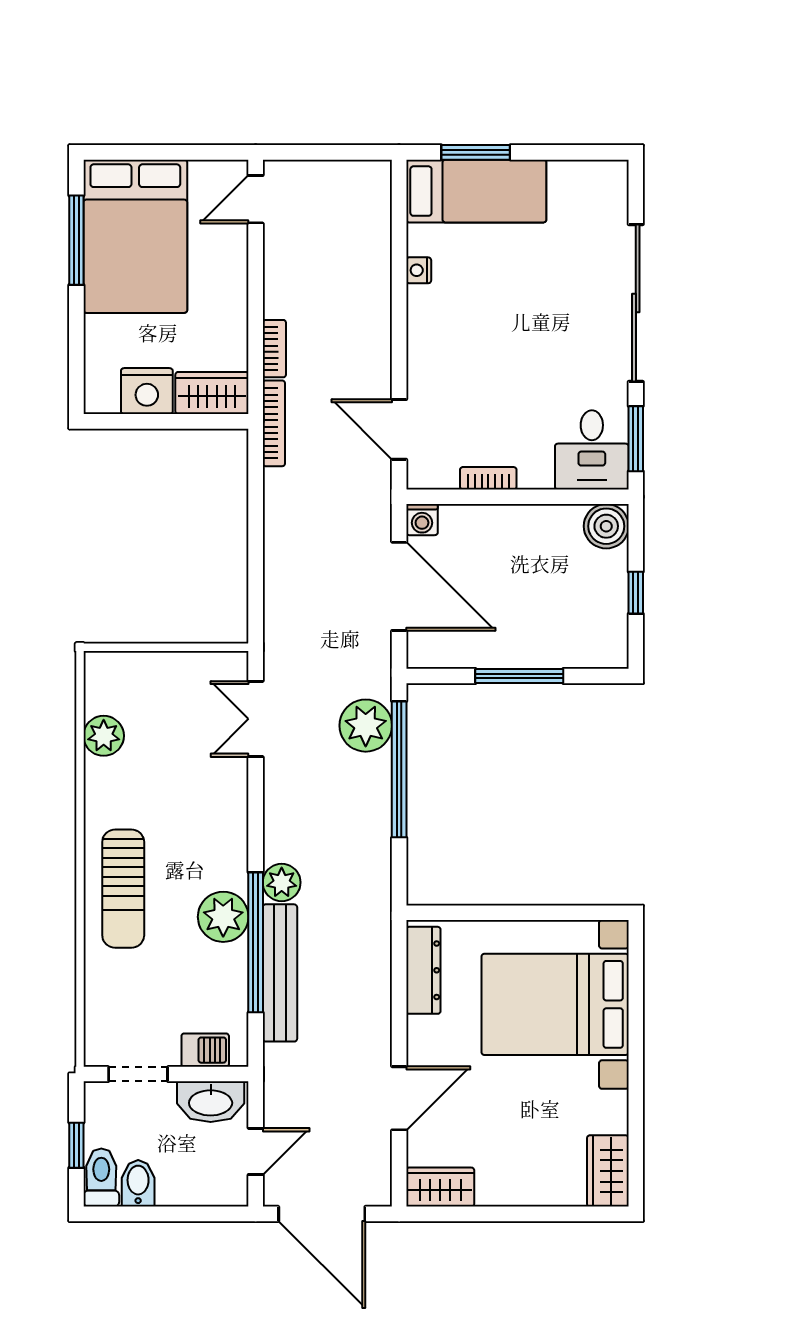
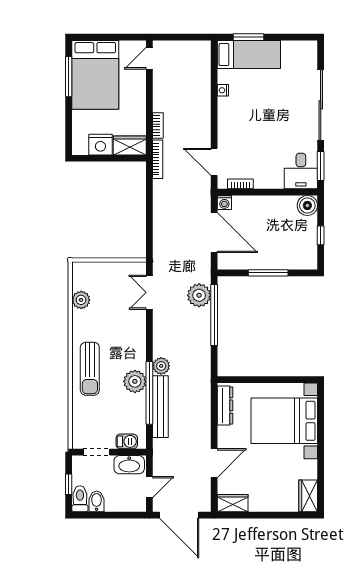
bookcase: (488, 478) -> (240, 184), moved

